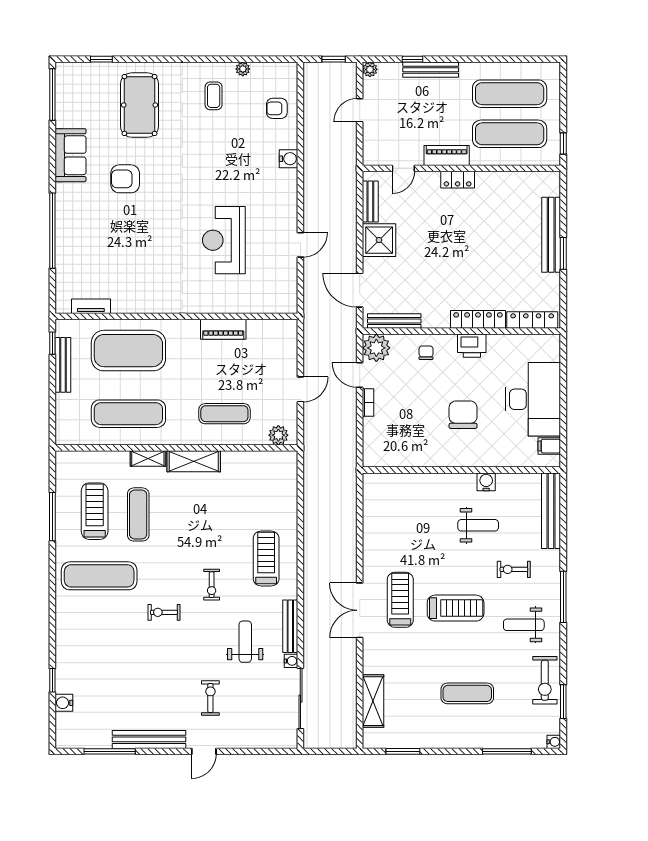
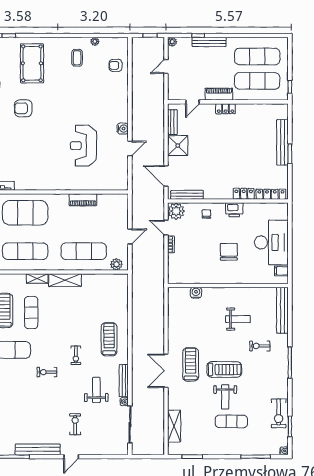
water cooler: (289, 159) -> (123, 129), moved
locker: (478, 319) -> (244, 194), width x0.66
exercise mat: (224, 414) -> (84, 251), width x1.36, depth x1.45
water cooler: (486, 482) -> (196, 293), moved
weight bench: (524, 625) -> (225, 397), moved, turned -90

